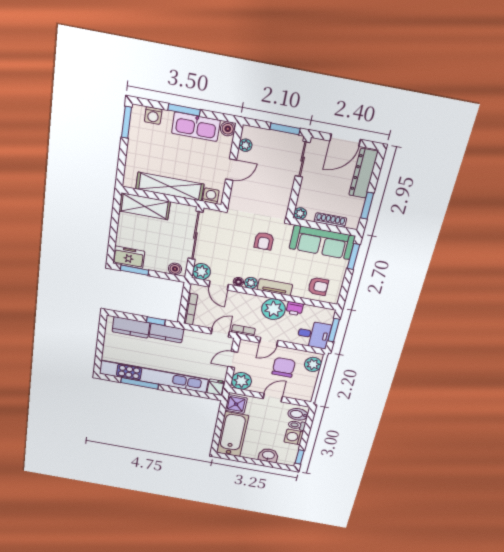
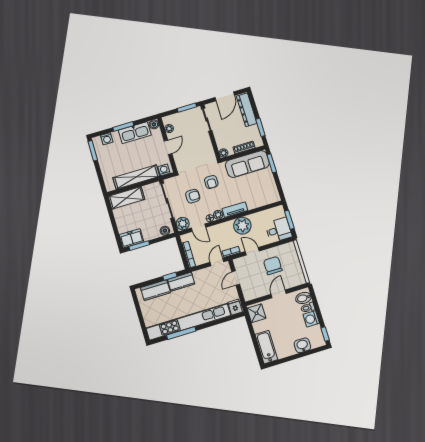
armchair: (318, 286) -> (193, 196), moved
printer: (295, 309) -> (256, 218), removed
door: (269, 342) -> (252, 251), swing flipped
plant: (313, 364) -> (291, 253), removed
plant: (241, 381) -> (250, 292), removed
bathtub: (232, 434) -> (266, 347), width x0.73, depth x0.73

